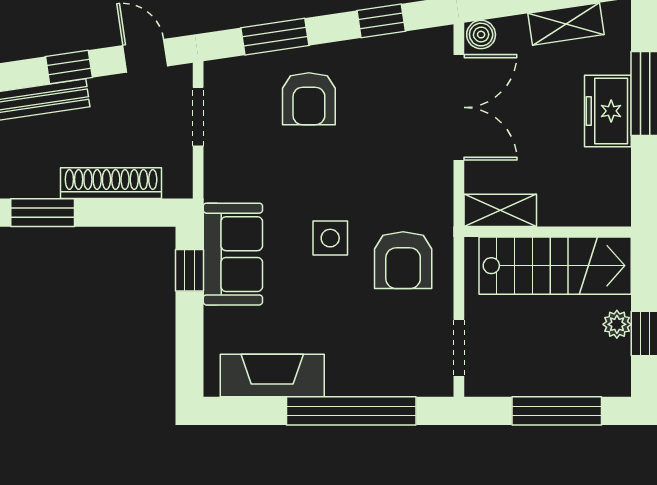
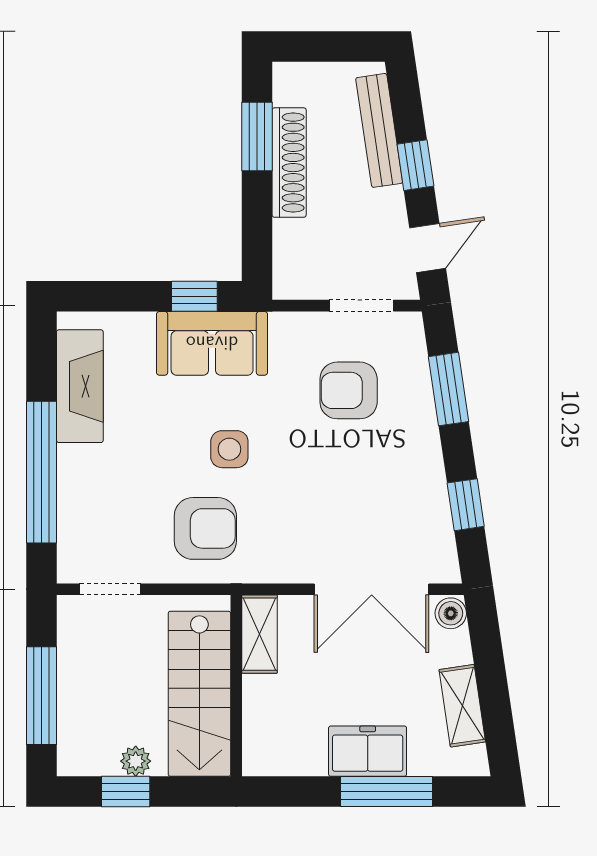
armchair: (309, 99) -> (349, 390), moved
shoe rack: (111, 183) -> (289, 163), moved
armchair: (403, 260) -> (205, 528), turned 180

